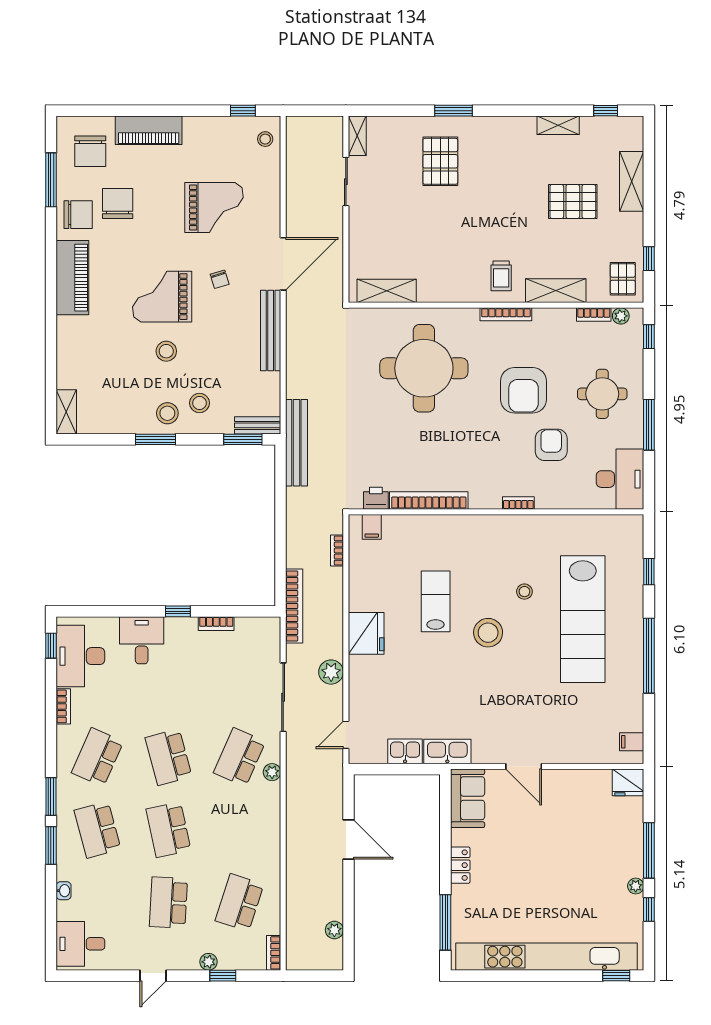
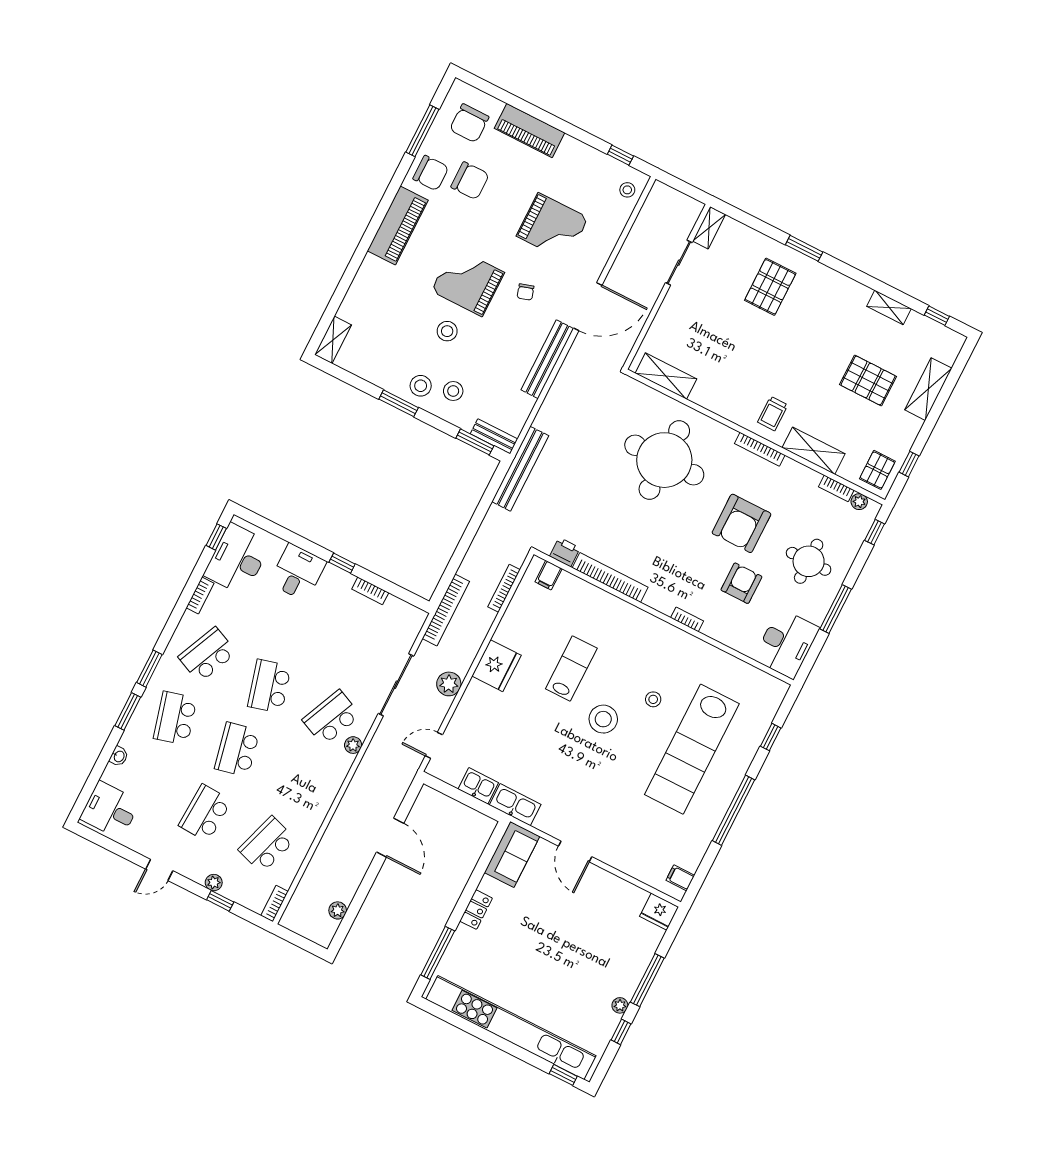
chair: (118, 204) -> (470, 181), turned 90
bookcase: (337, 550) -> (504, 588), width x1.56

